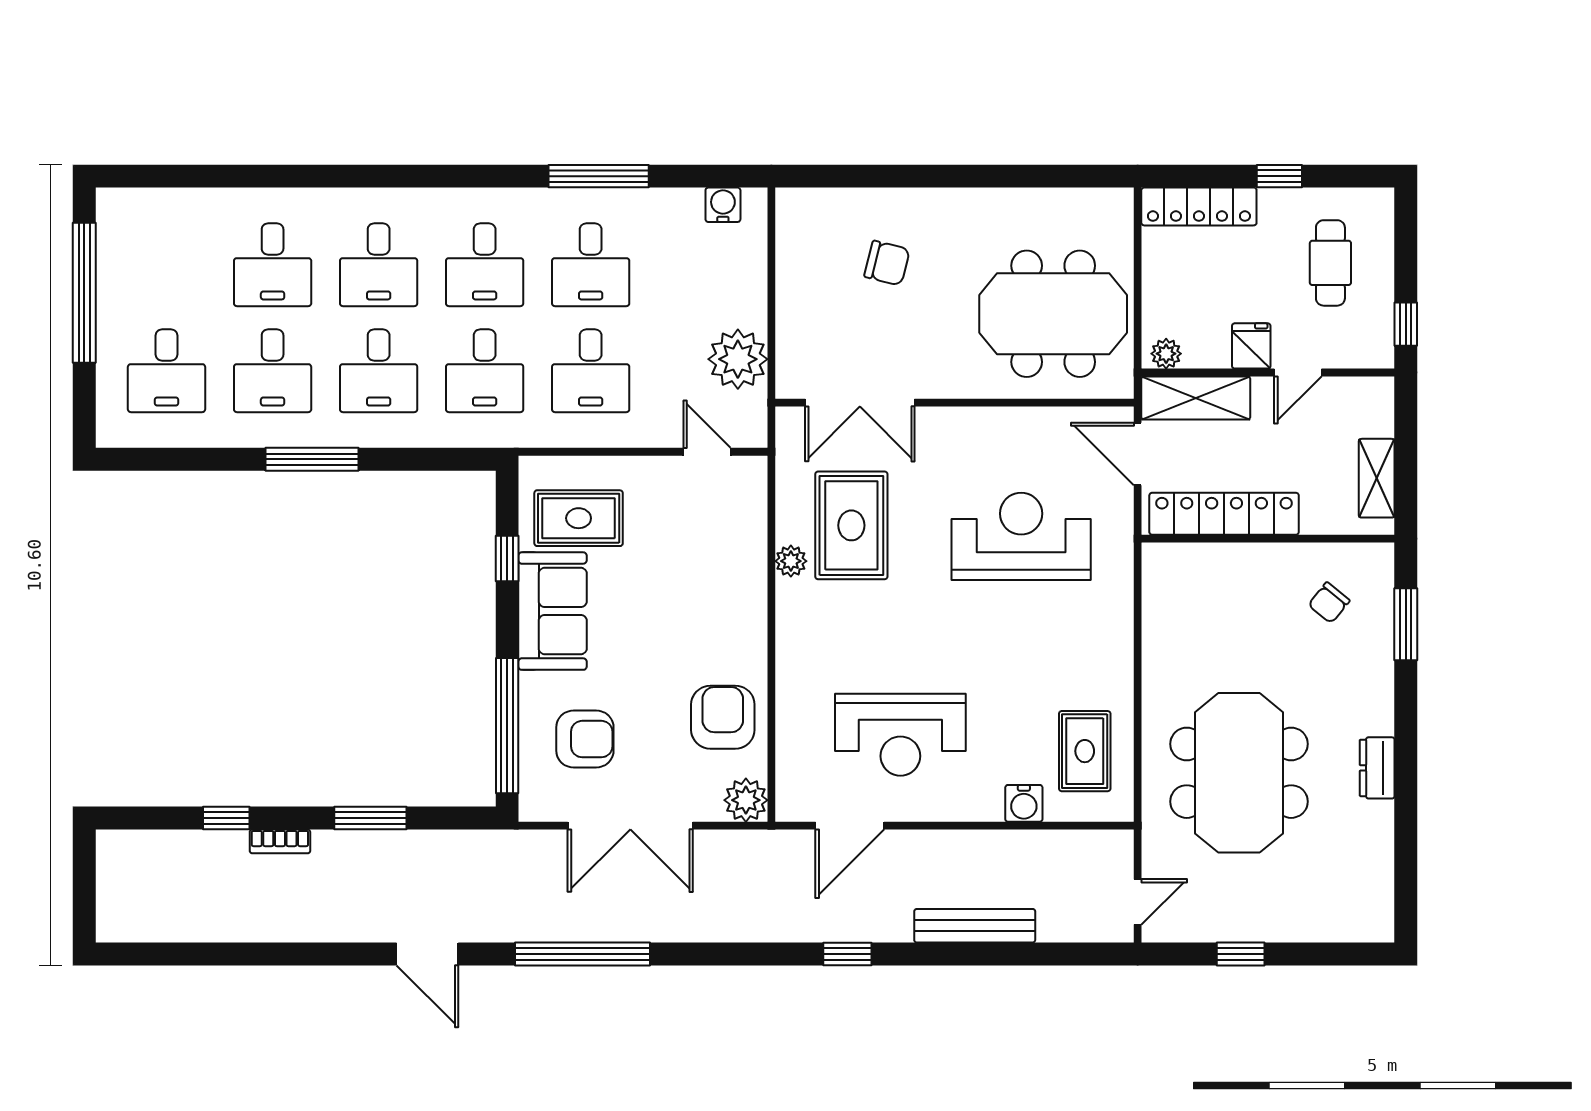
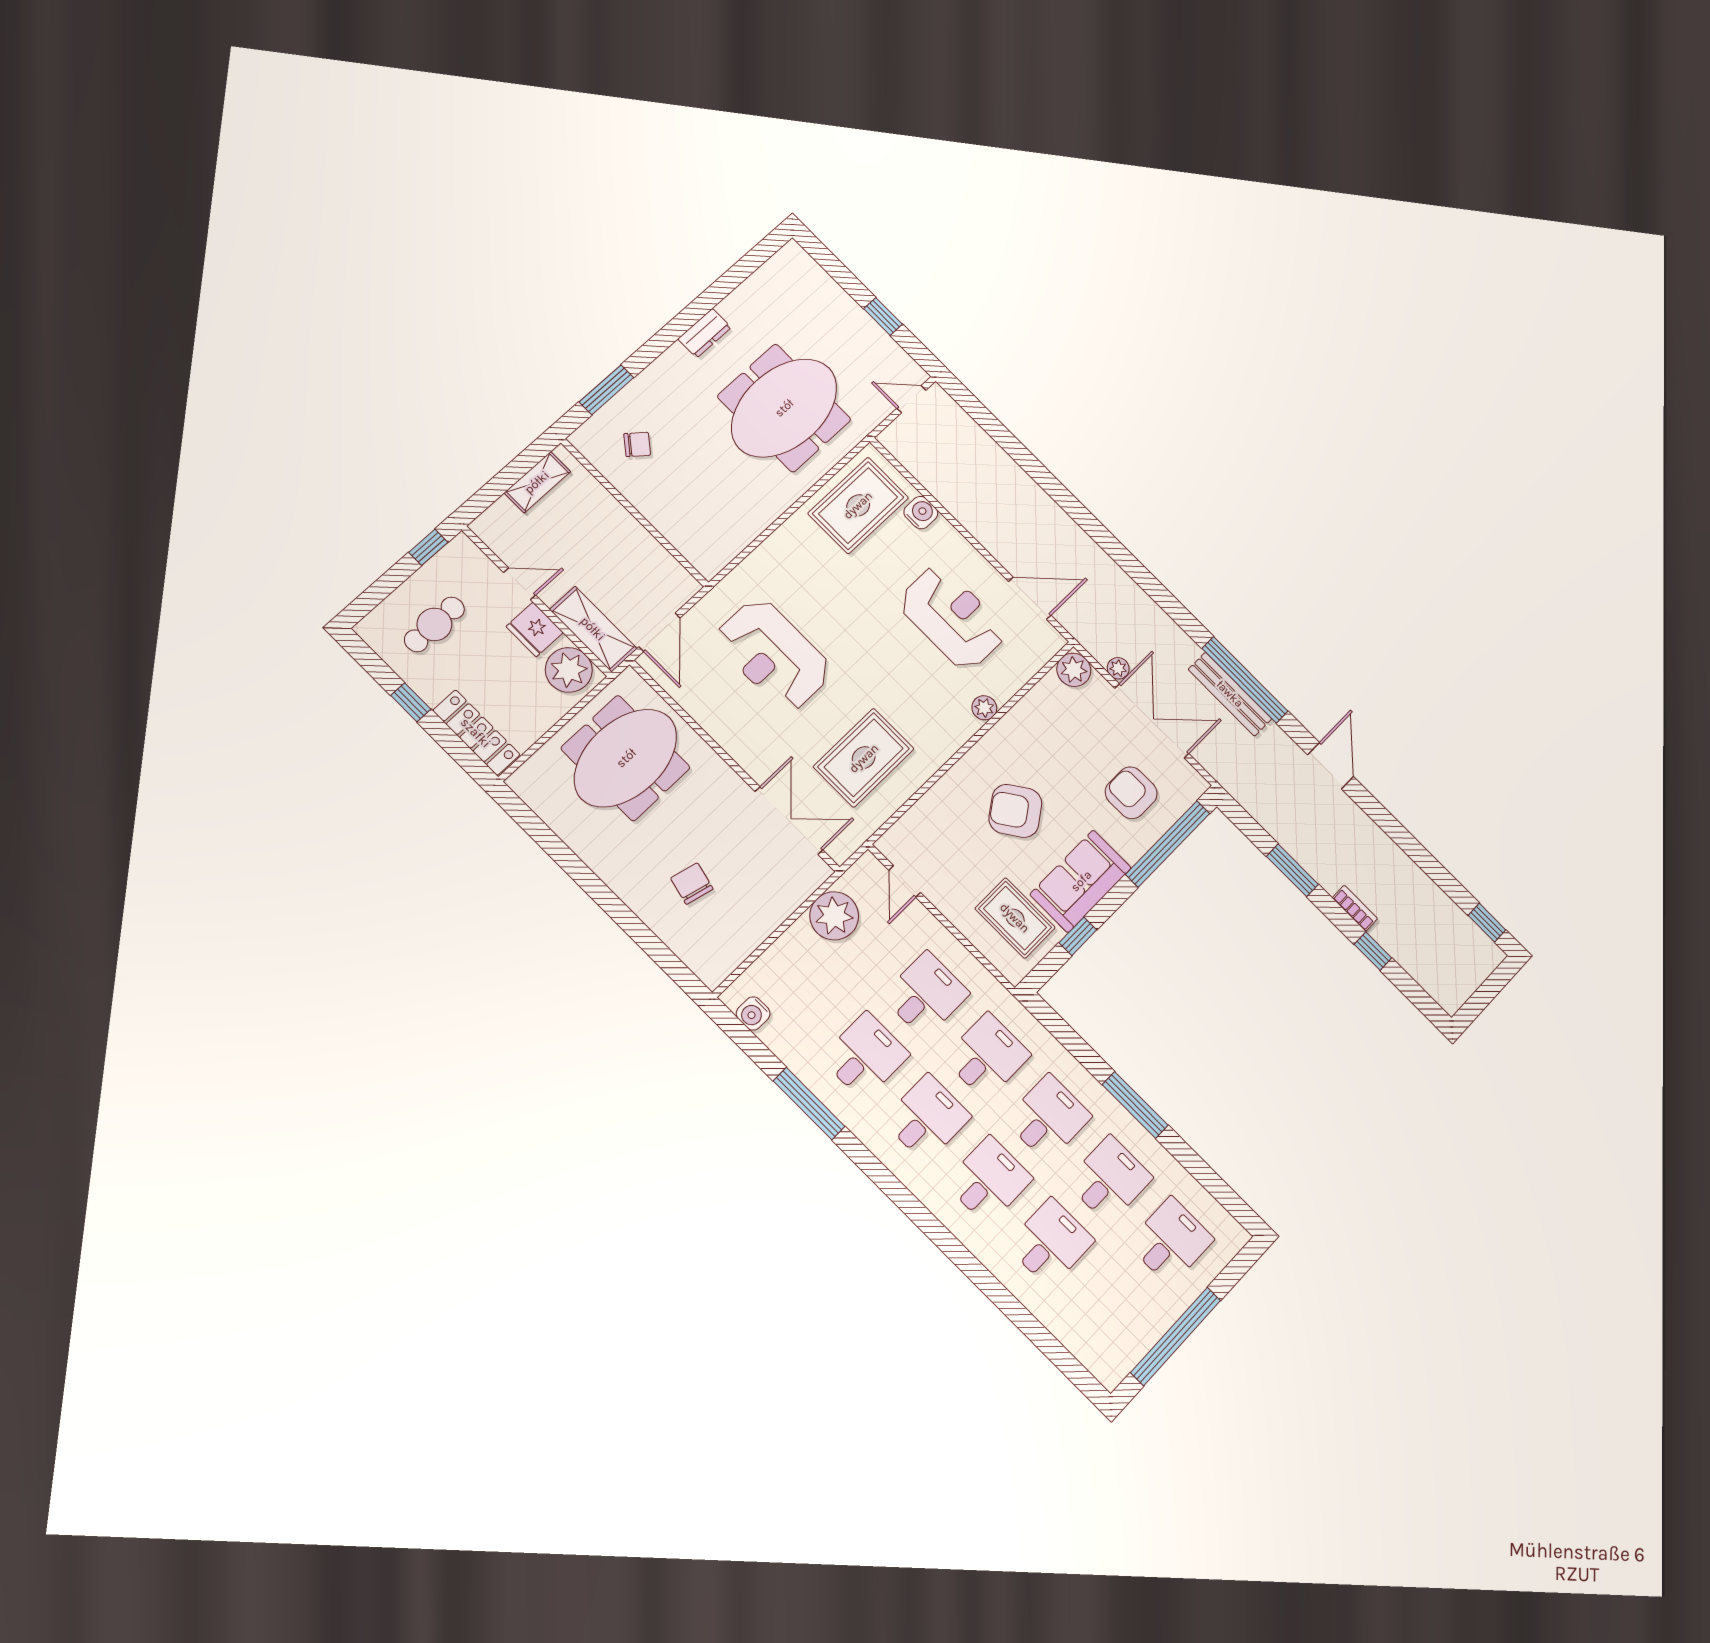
meeting table: (1053, 314) -> (626, 758), turned 90
fridge: (1251, 346) -> (535, 629), width x1.38
plant: (1166, 354) -> (569, 670), width x1.87, depth x1.87
locker: (1224, 514) -> (645, 551), removed
plant: (791, 561) -> (984, 708), moved
armchair: (723, 717) -> (1015, 811), moved, turned 55
rug: (1085, 751) -> (858, 505), width x1.36, depth x1.43
plant: (708, 843) -> (1118, 668), added
bench: (975, 926) -> (1230, 694), moved
window: (847, 954) -> (1487, 923), moved

